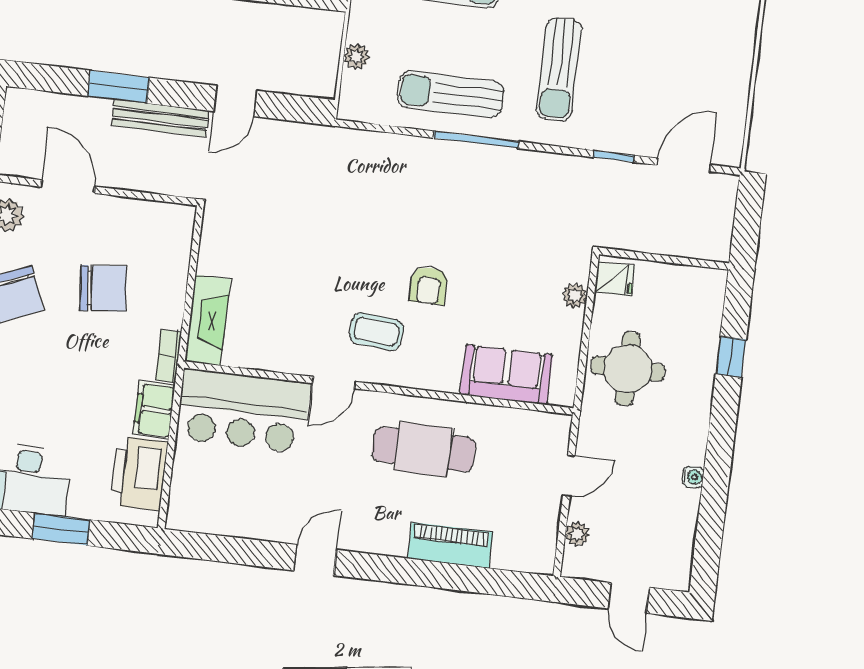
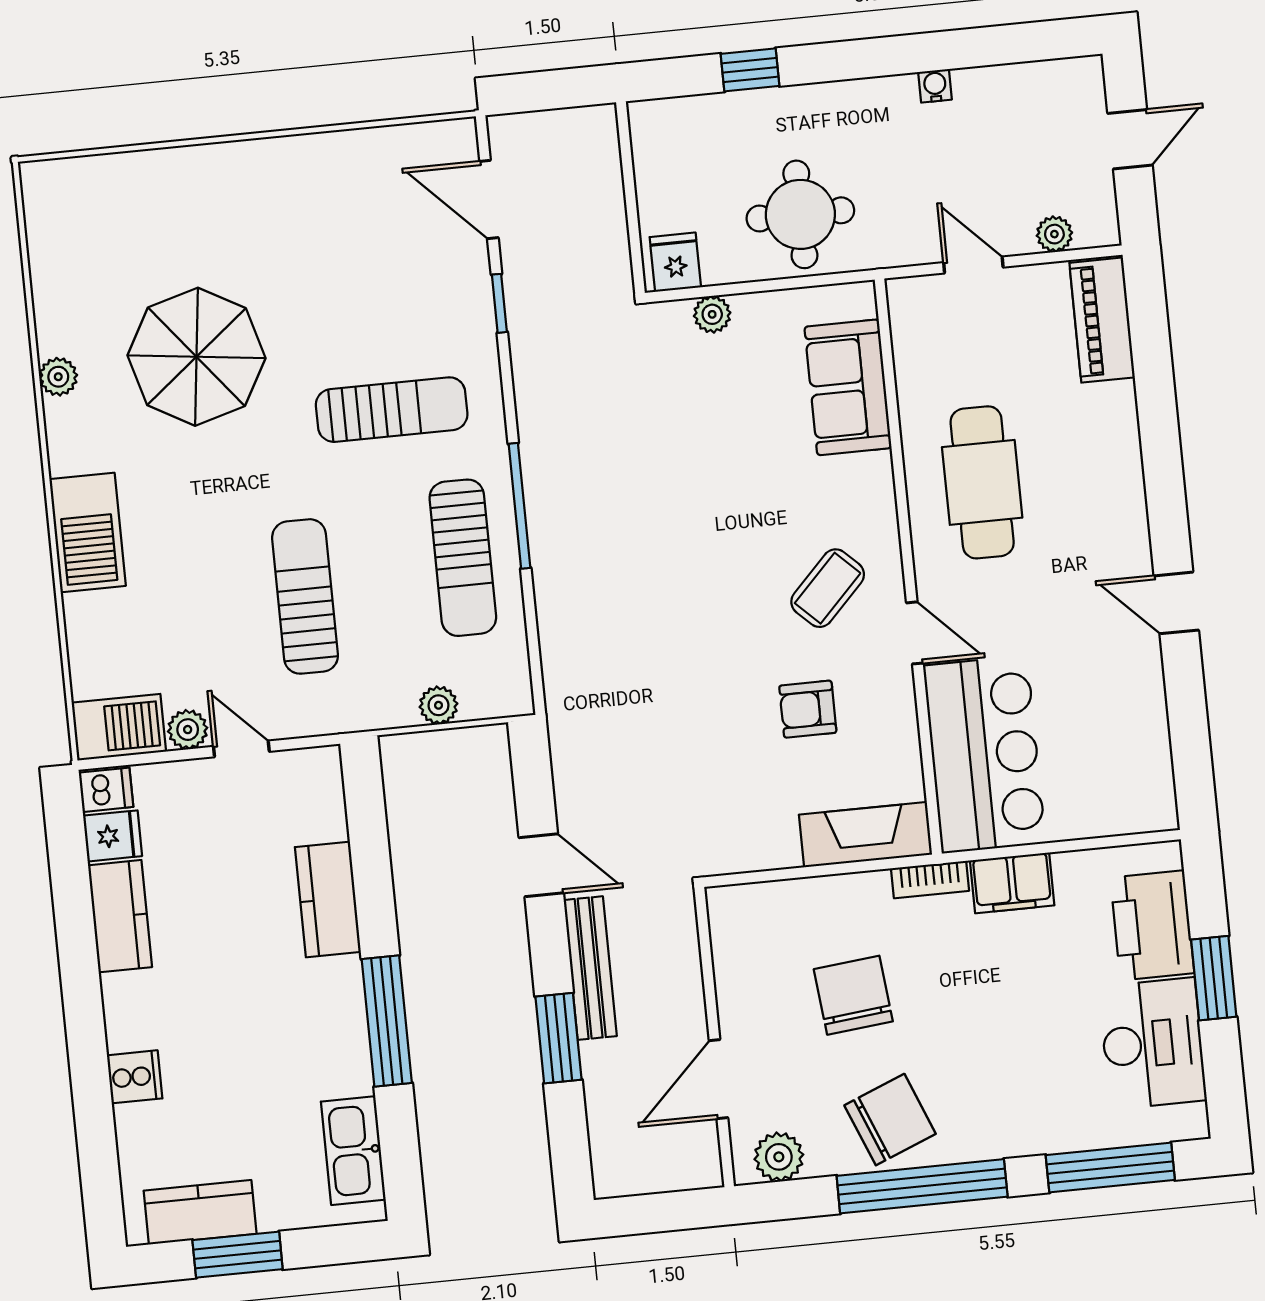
armchair: (429, 286) -> (808, 709), moved, turned 180
coffee table: (376, 331) -> (828, 588), turned 39
printer: (139, 473) -> (1152, 925), moved, turned 90
piano: (450, 545) -> (1102, 320), moved

